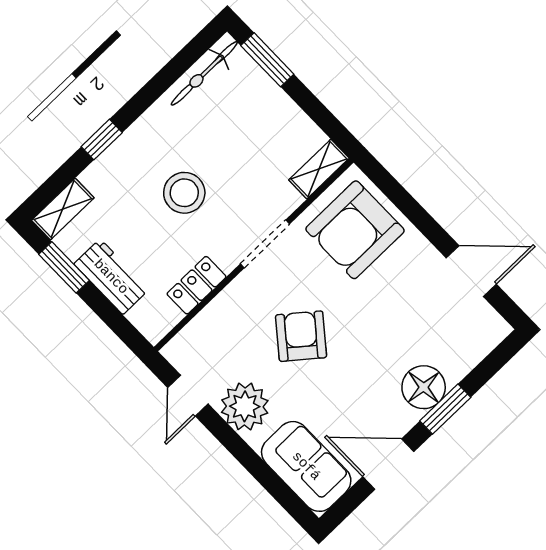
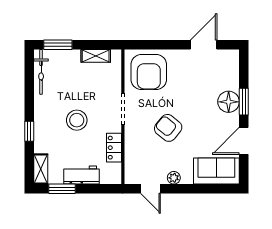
shelving: (319, 169) -> (96, 56), moved, turned 90
plant: (245, 406) -> (174, 178), width x0.53, depth x0.53

